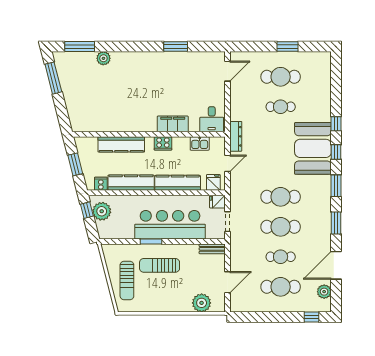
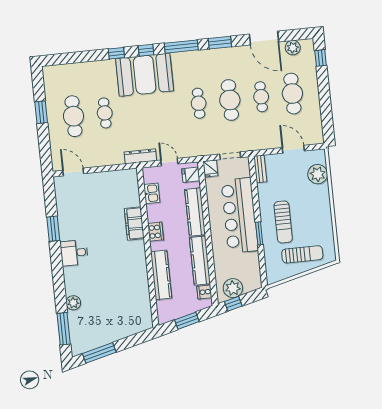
desk: (212, 119) -> (74, 253), moved, turned 180
window: (336, 186) -> (181, 47), width x1.44
cafe table: (281, 197) -> (199, 103), width x0.73, depth x0.74

